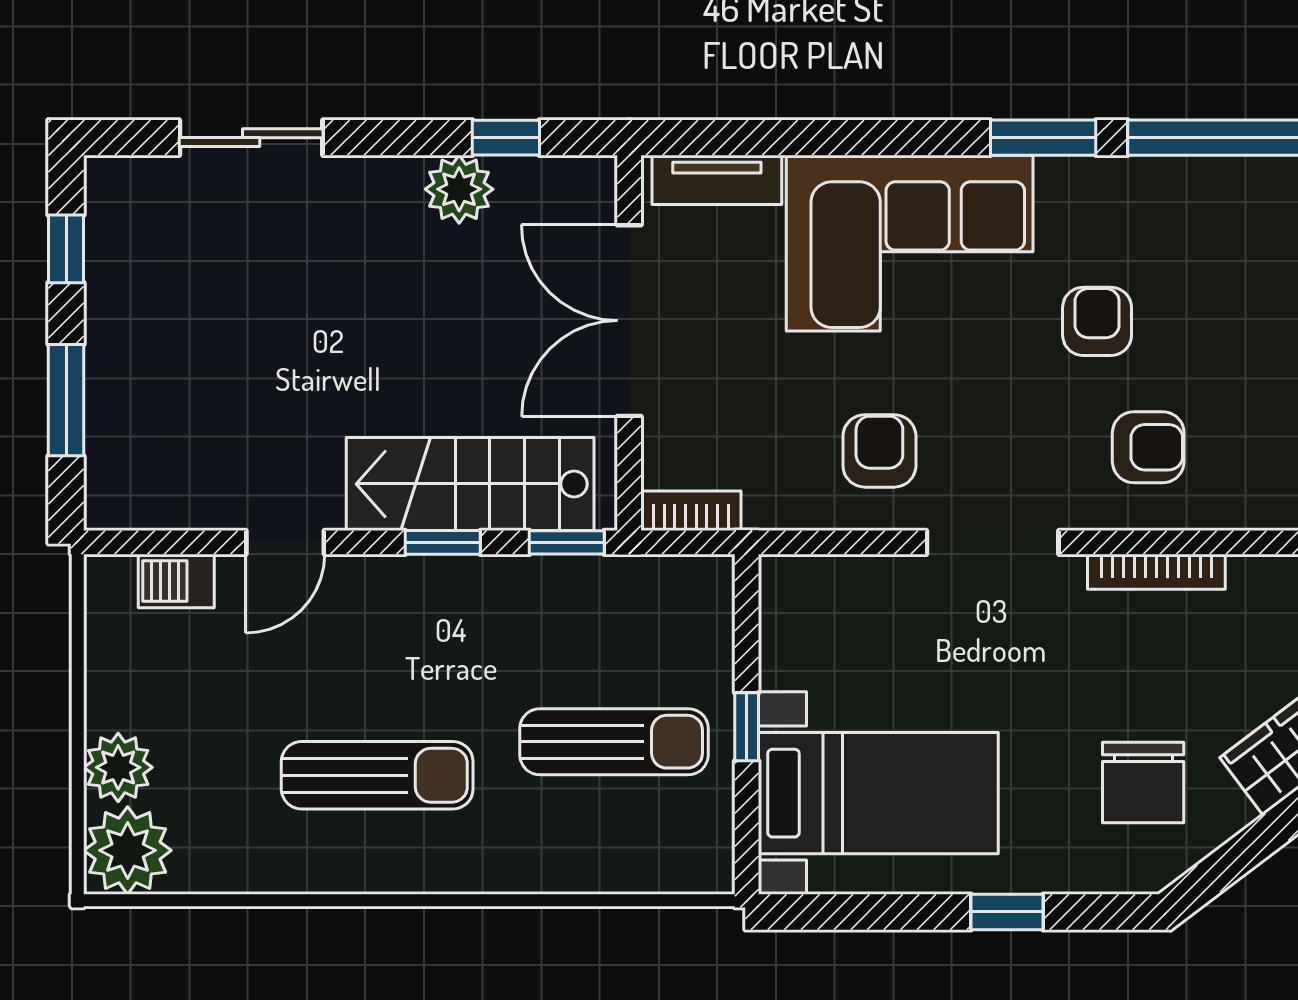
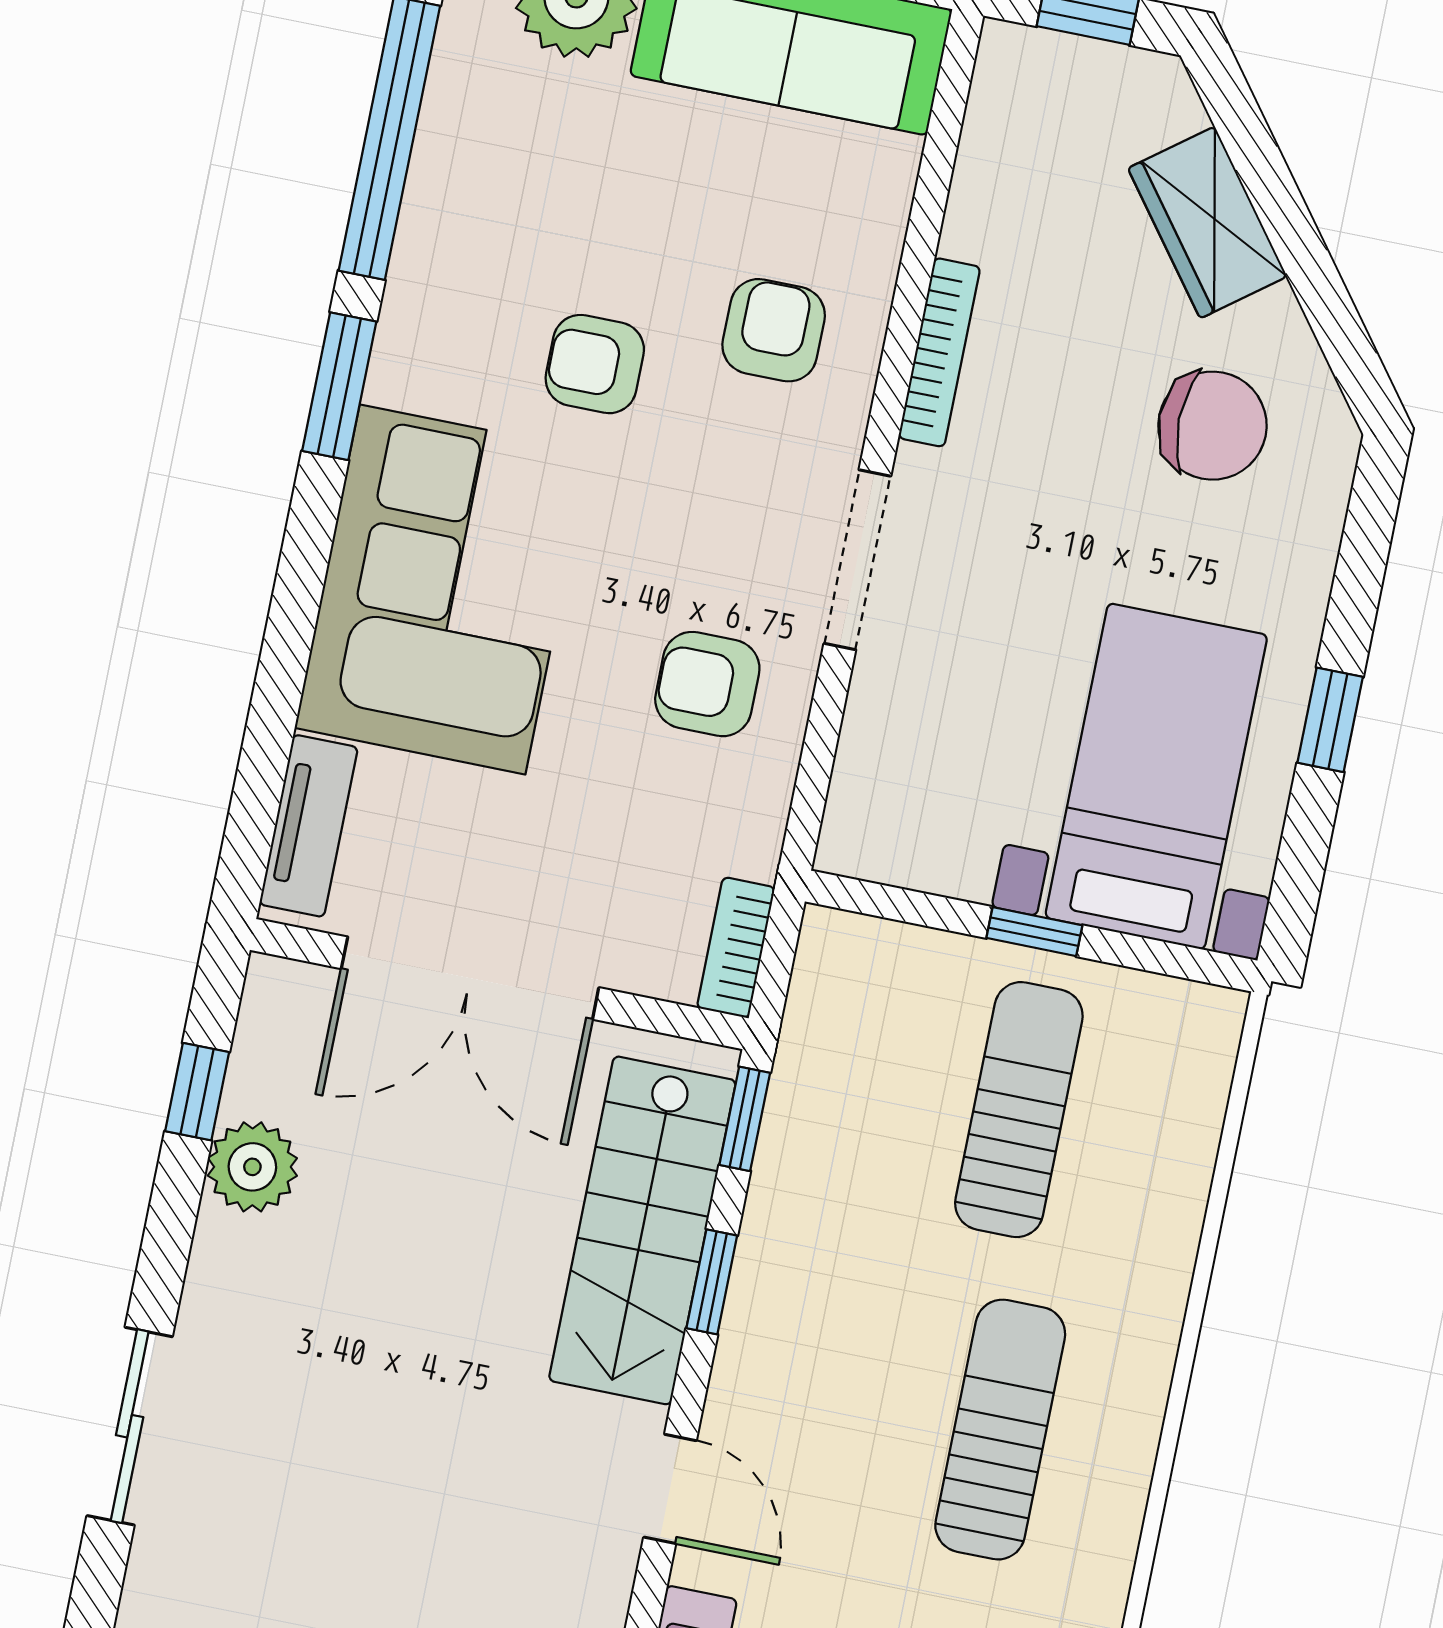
window: (1007, 912) -> (1330, 720), moved

